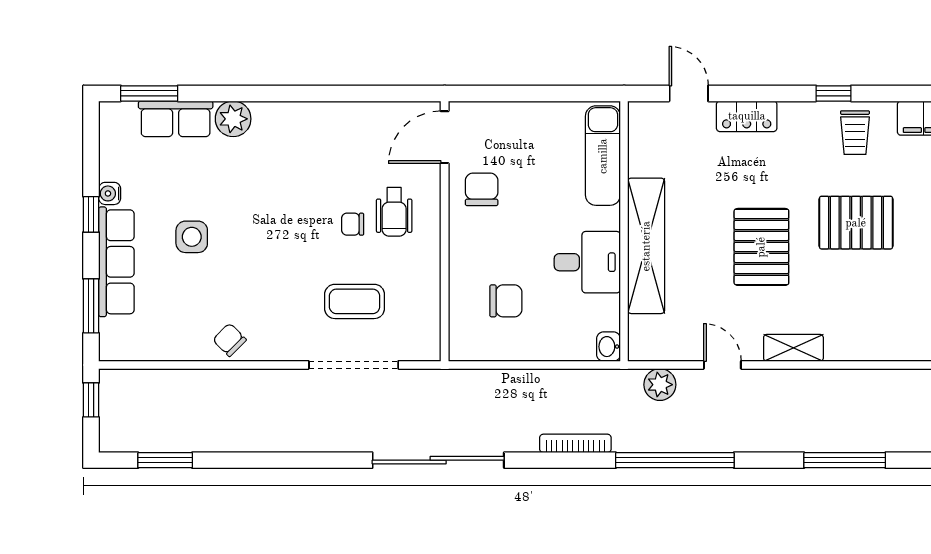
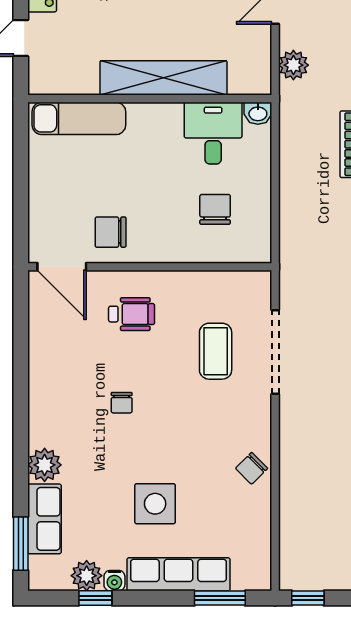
plant: (115, 164) -> (87, 576), added
window: (91, 214) -> (95, 598), moved
chair: (353, 224) -> (122, 403), moved
side table: (192, 237) -> (155, 504), width x1.37, depth x1.37
desk: (587, 262) -> (213, 133), moved

